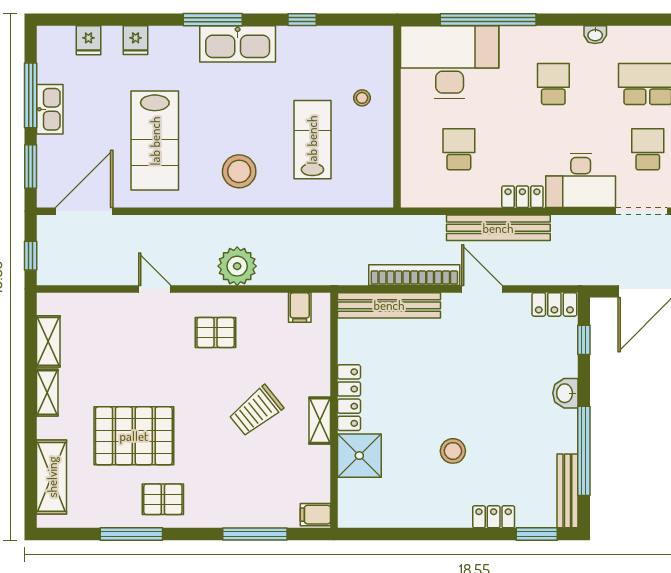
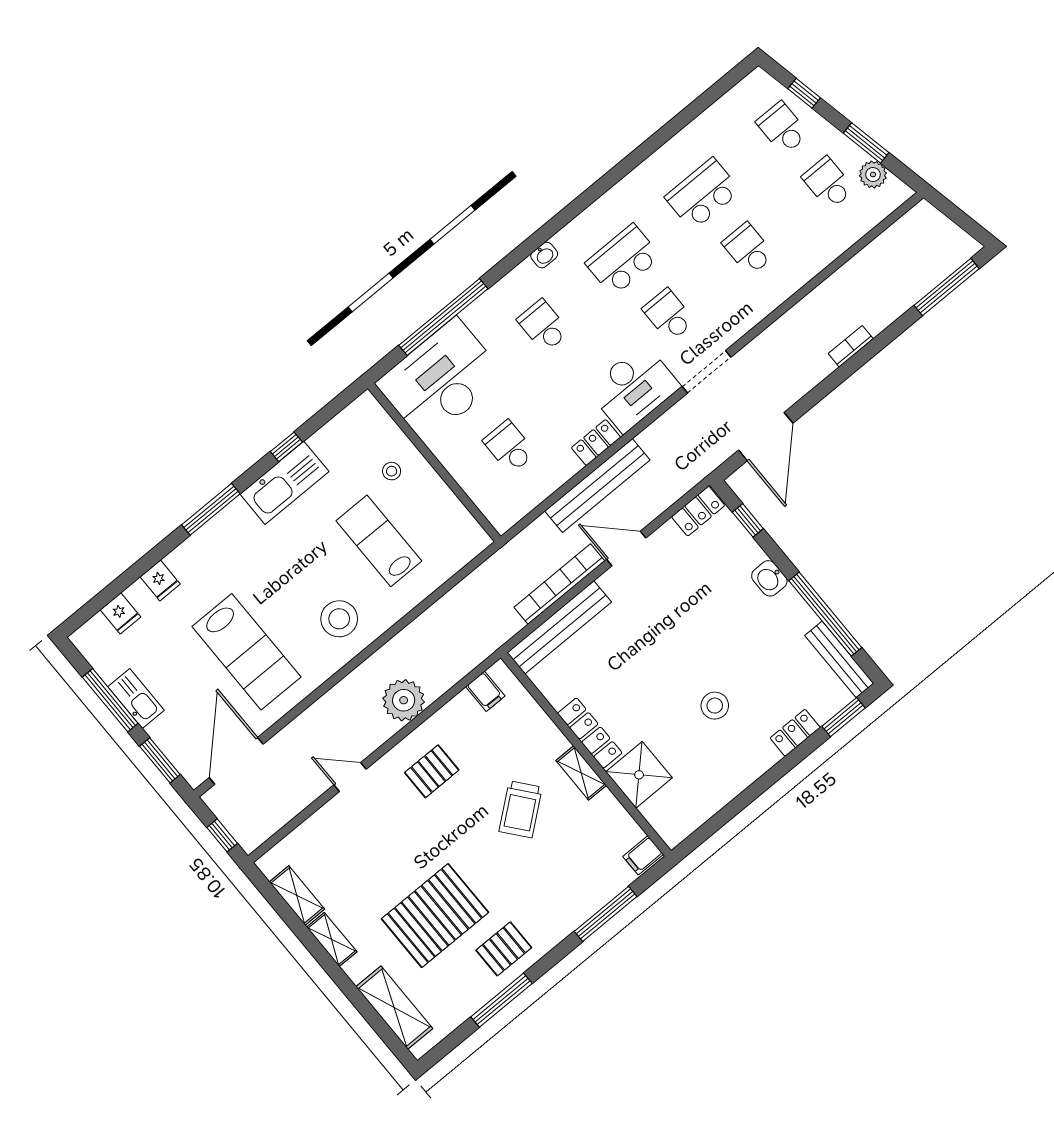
kitchen sink: (238, 44) -> (284, 483), moved

